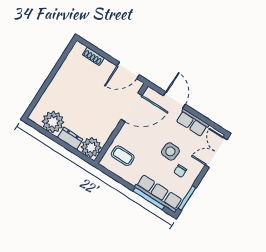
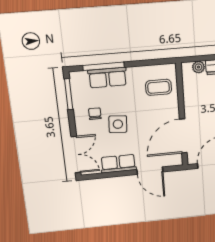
plant: (91, 147) -> (198, 67), width x0.53, depth x0.53
row of seats: (159, 193) -> (108, 78), width x0.68

